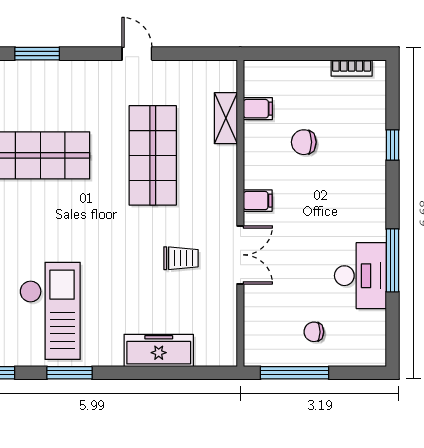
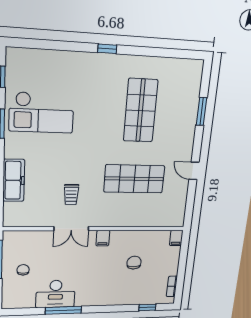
door: (137, 54) -> (194, 171), swing flipped
filing cabinet: (258, 109) -> (176, 238), moved
shelving: (226, 118) -> (152, 221), removed
window: (392, 145) -> (147, 307), moved

